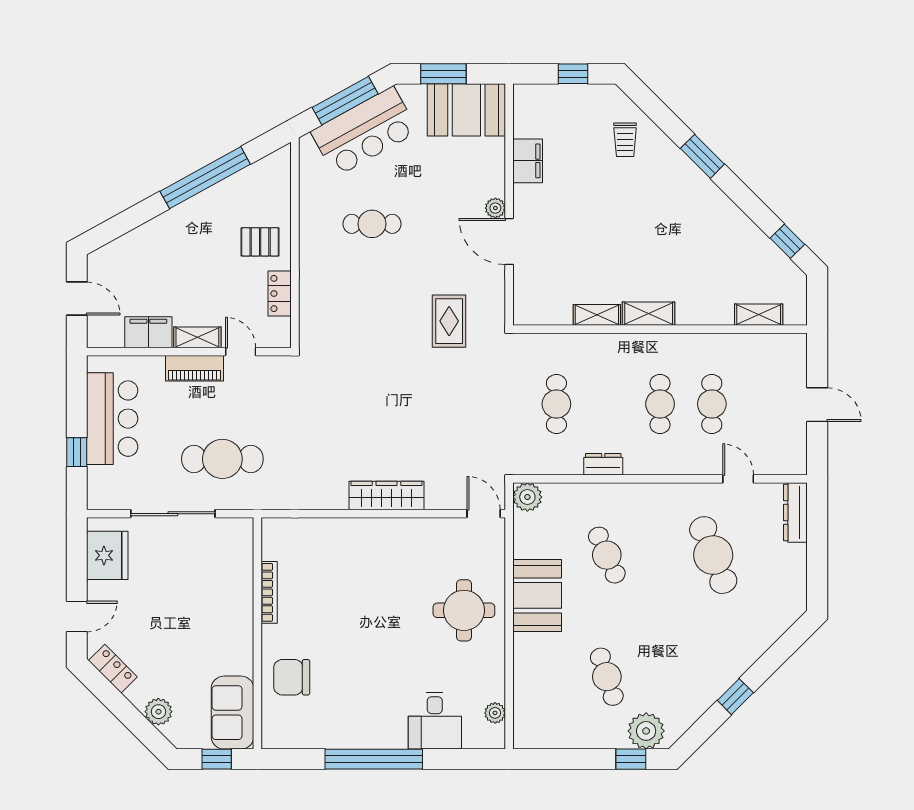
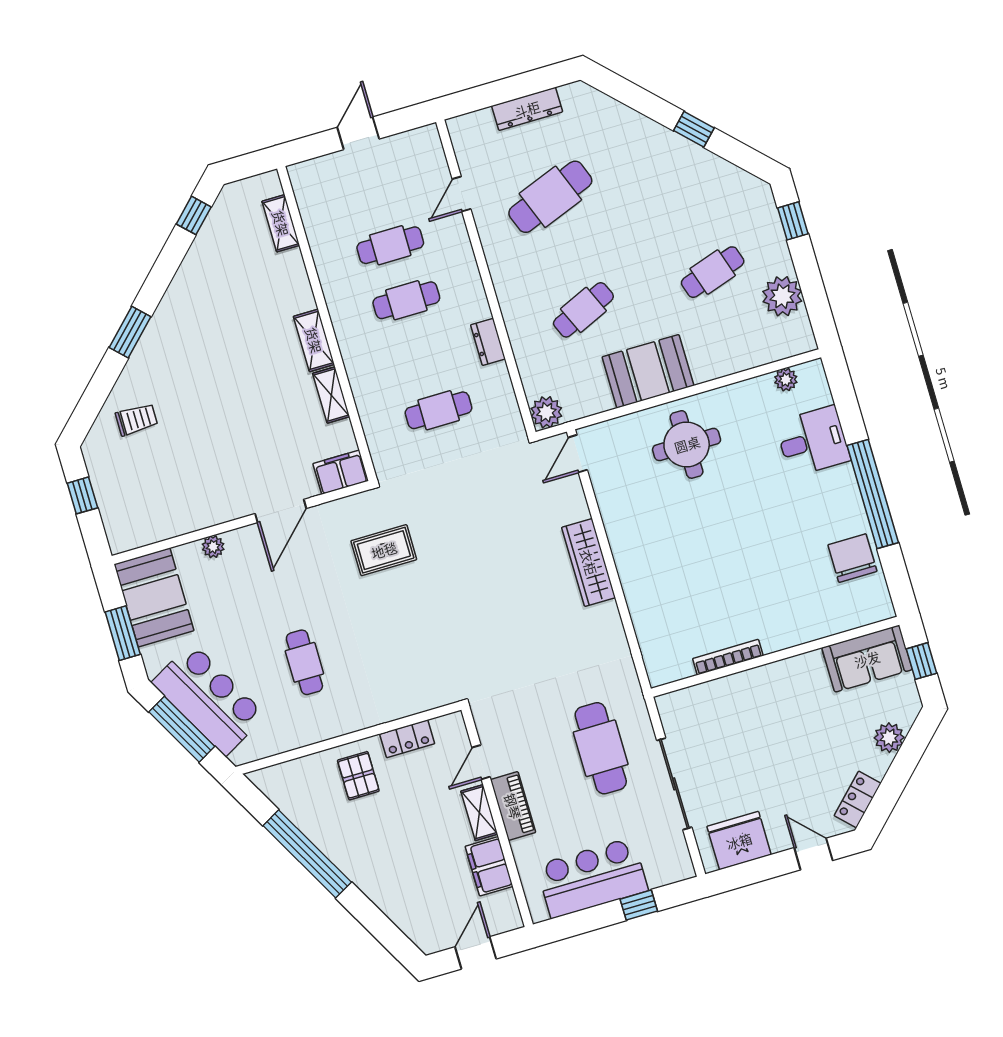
filing cabinet: (528, 161) -> (341, 472), moved
plant: (495, 208) -> (213, 547), moved
dresser: (795, 513) -> (527, 109), moved
chair: (292, 677) -> (852, 558), moved, turned 180
plant: (646, 731) -> (782, 296), moved

